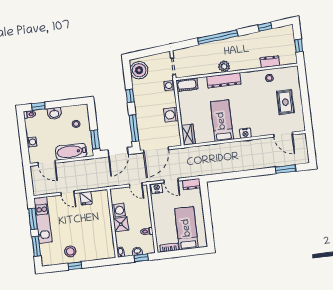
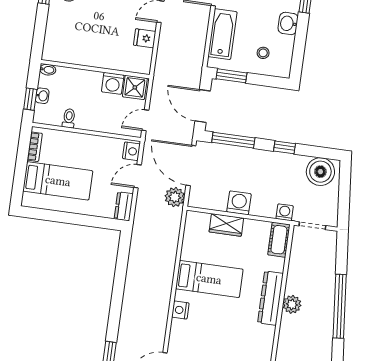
wardrobe: (188, 135) -> (226, 225), moved
plant: (178, 155) -> (175, 197), added
shower: (121, 224) -> (135, 87), moved

